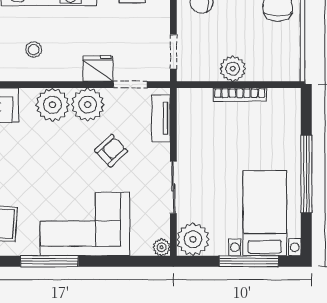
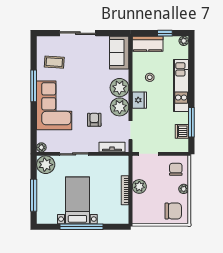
fridge: (98, 68) -> (139, 100), moved
armchair: (111, 151) -> (94, 120), turned -137
bed with nightstands: (265, 213) -> (77, 200), moved, turned -90

